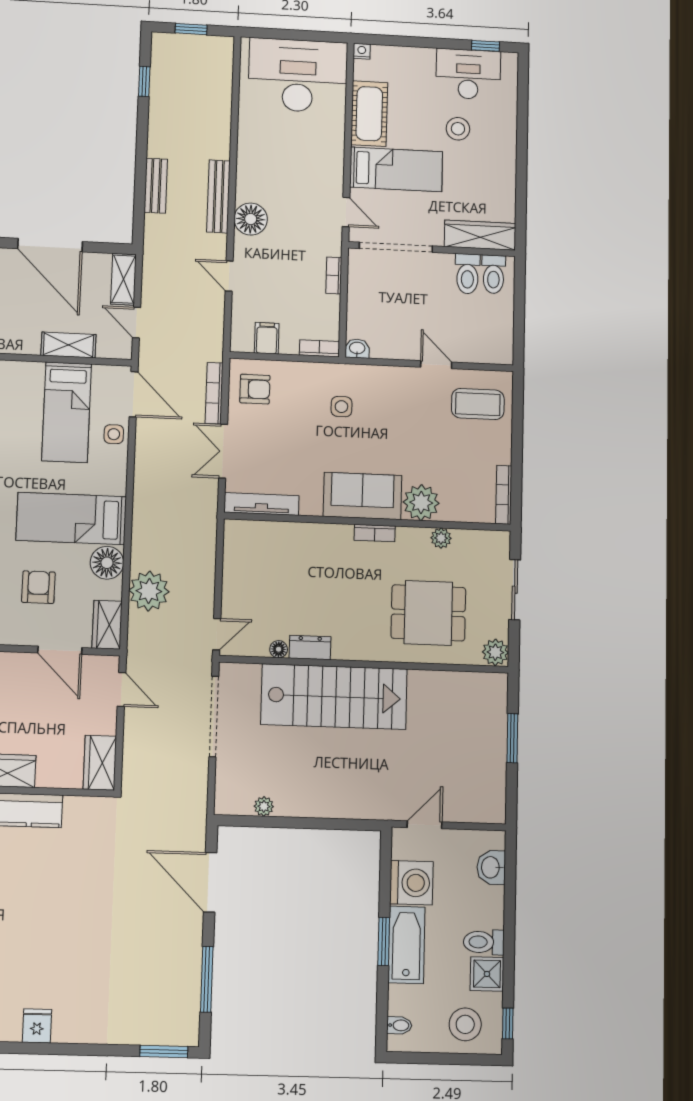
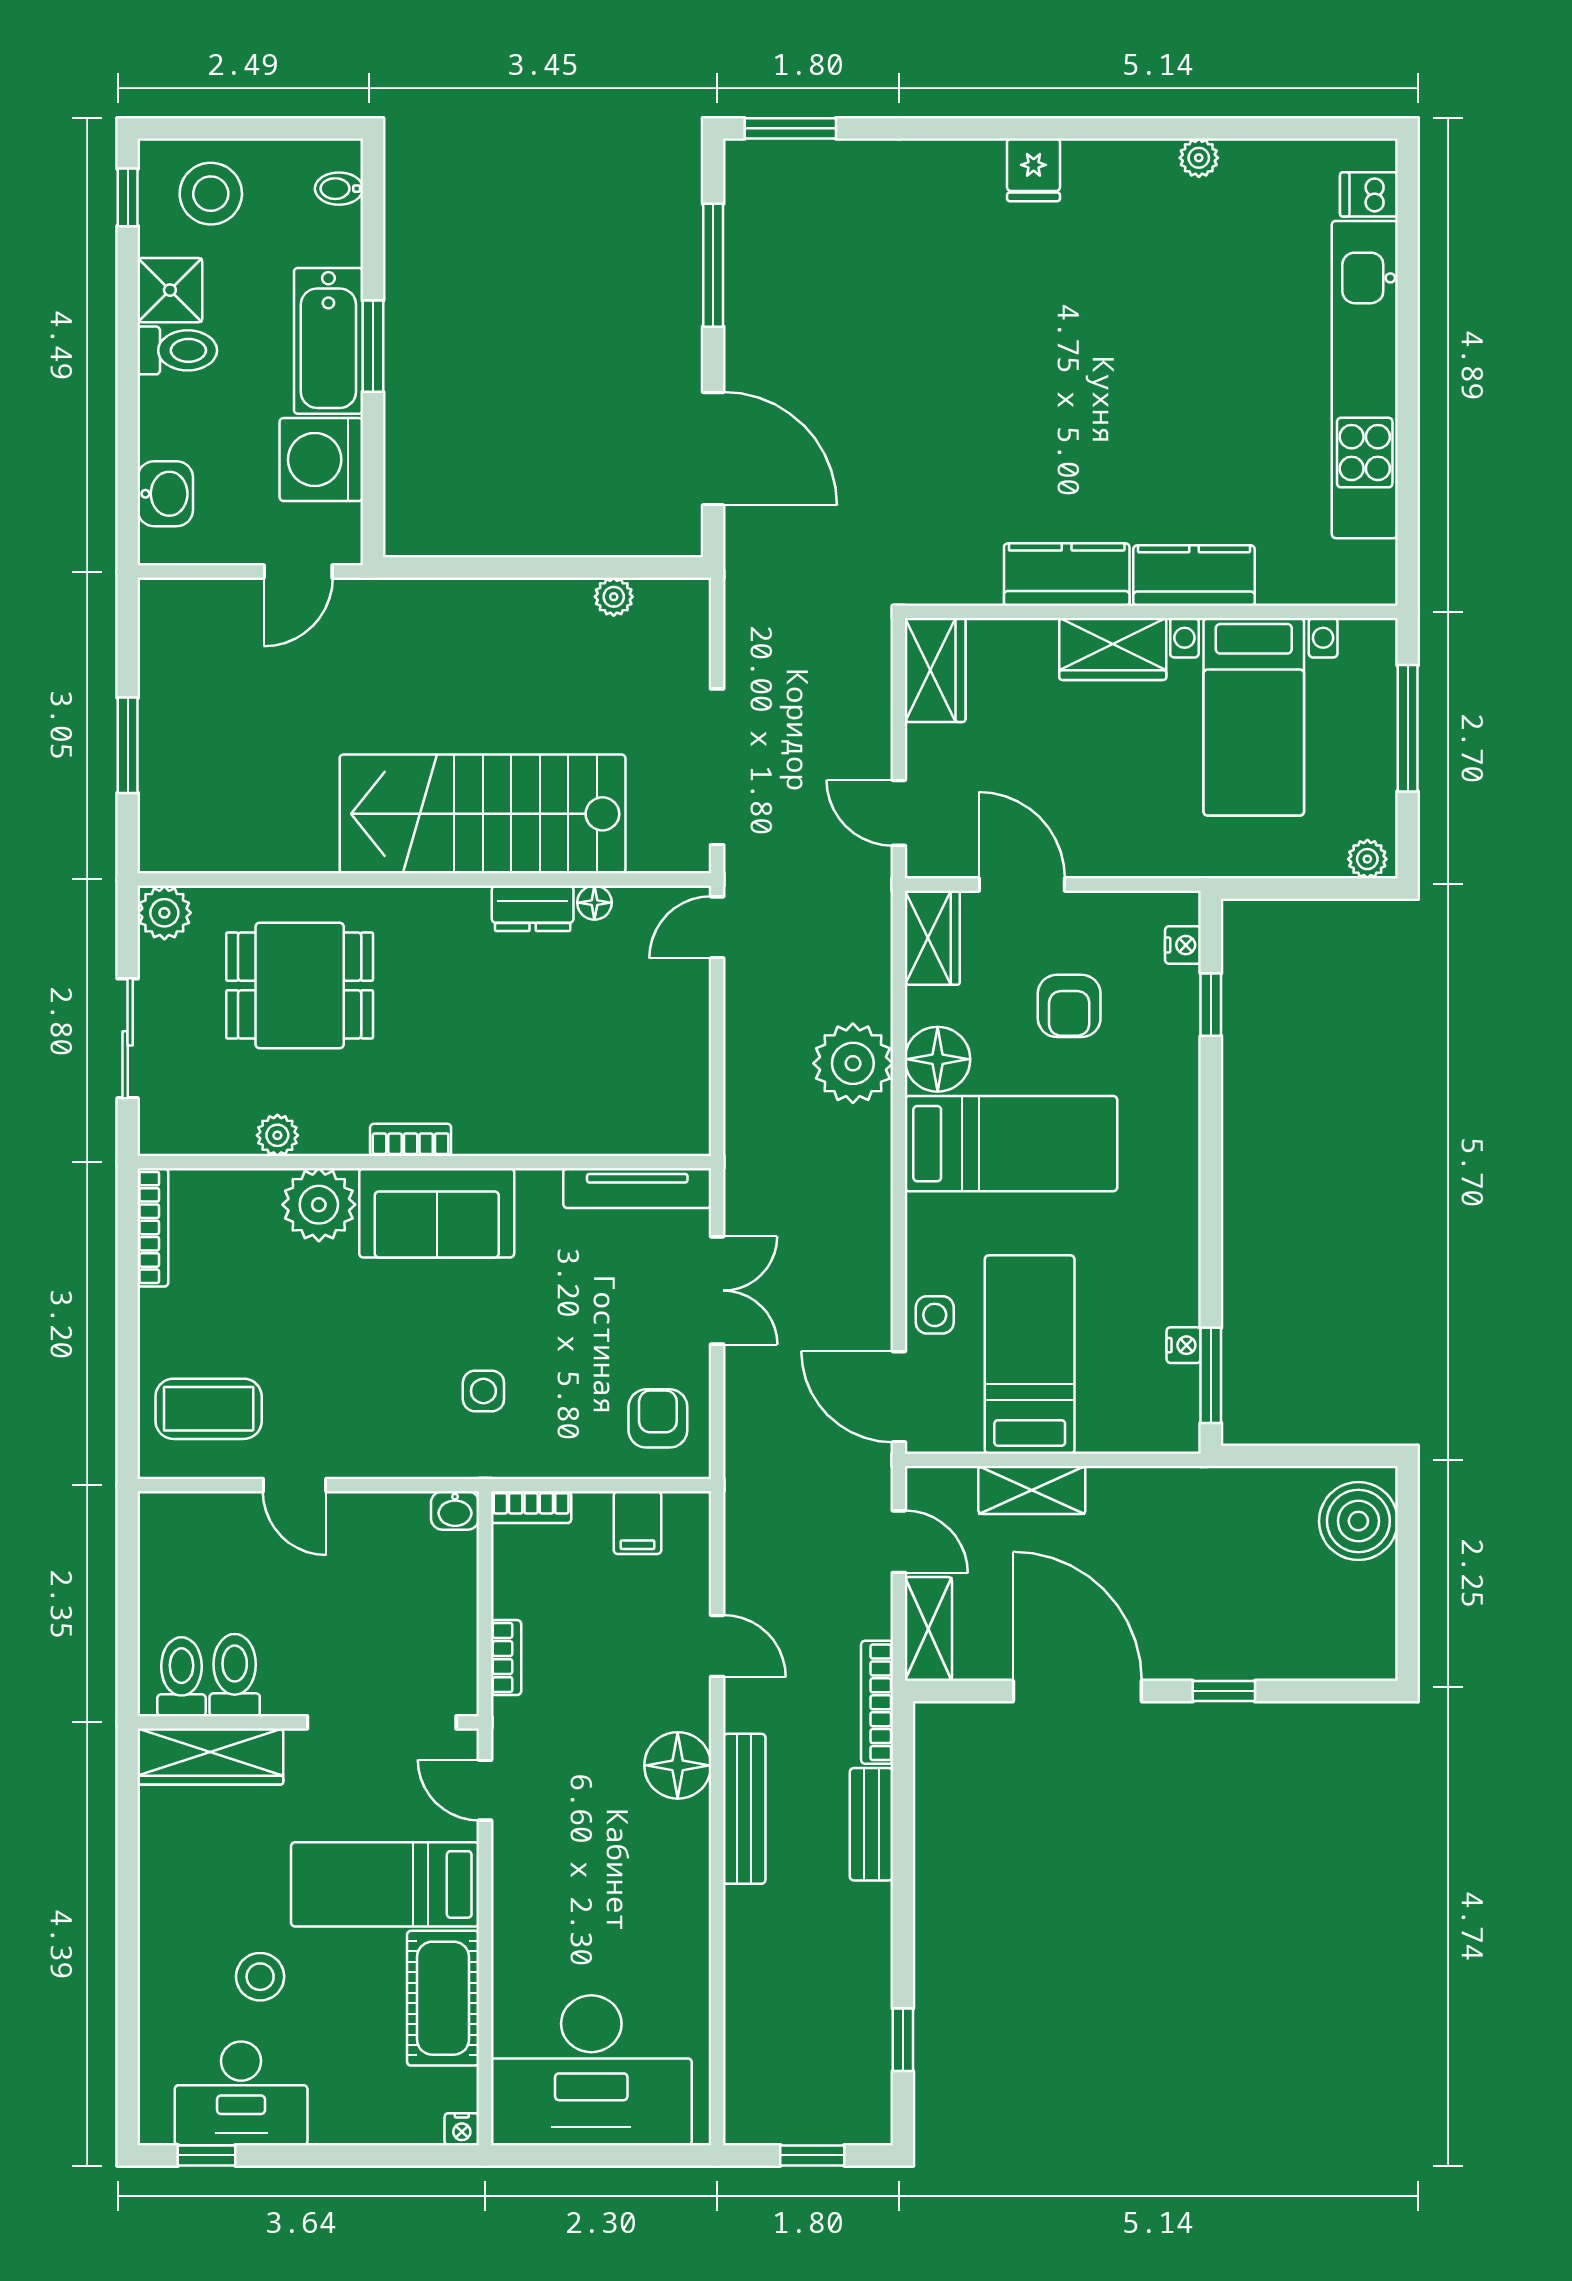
armchair: (255, 389) -> (658, 1418), turned 90
bookcase: (214, 393) -> (877, 1702), moved, turned 180
plant: (149, 591) -> (853, 1063), moved

